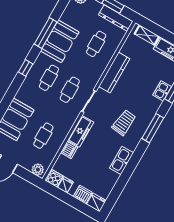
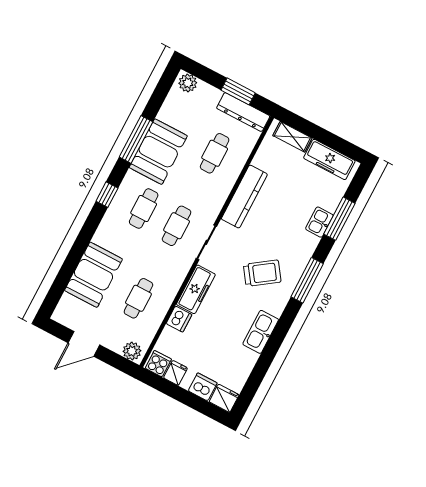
trolley: (124, 123) -> (262, 273), turned 49

